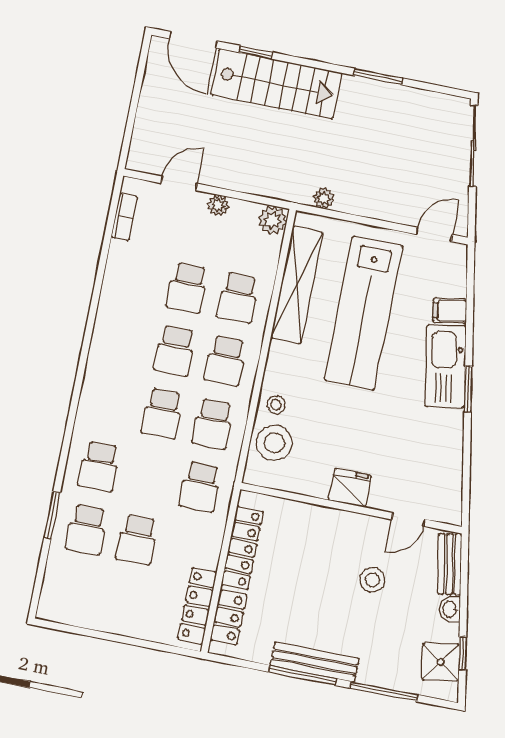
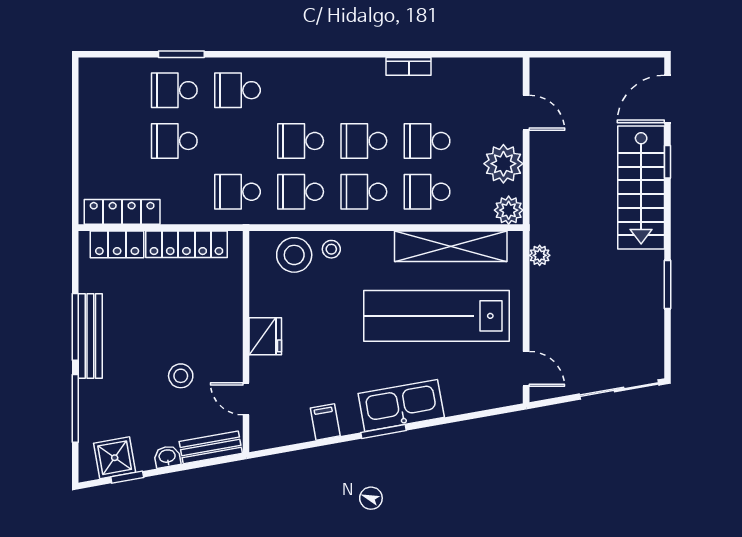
plant: (218, 205) -> (503, 164), width x1.88, depth x1.88
bookcase: (124, 217) -> (409, 66), moved
filing cabinet: (450, 311) -> (325, 422), moved

